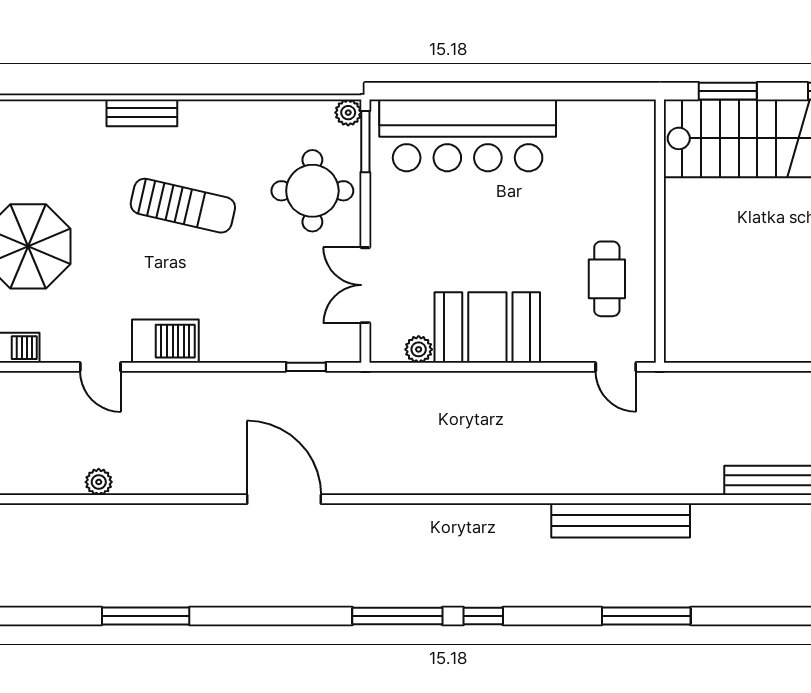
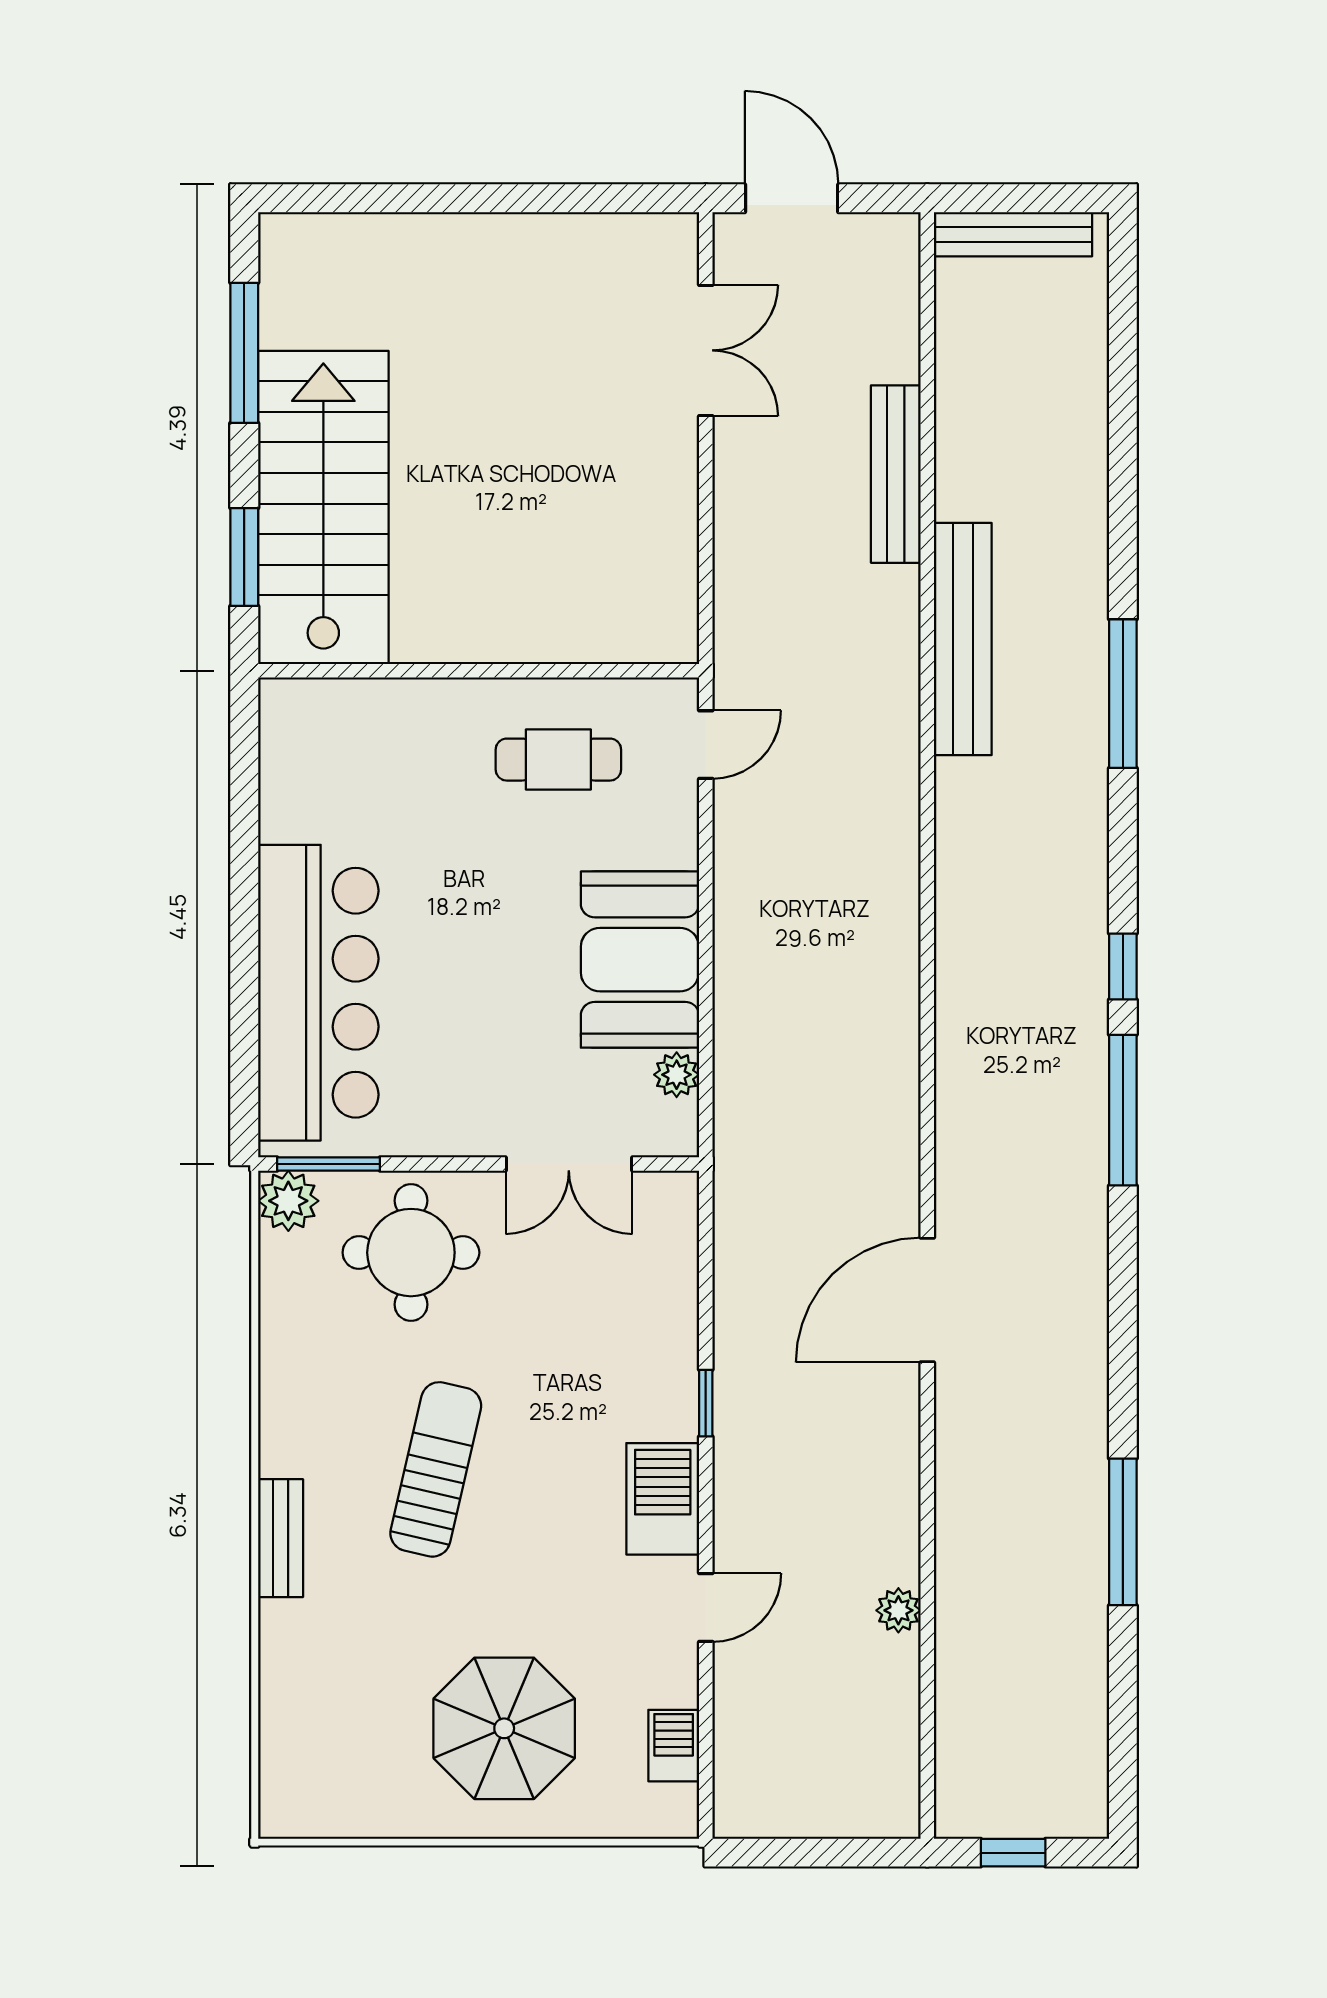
plant: (348, 113) -> (288, 1201), width x1.38, depth x1.38
window: (306, 367) -> (706, 1403), moved
bench: (621, 520) -> (963, 639), moved

